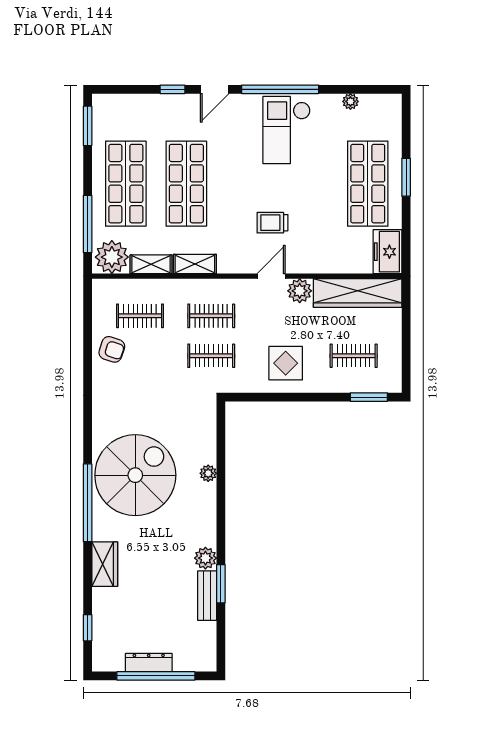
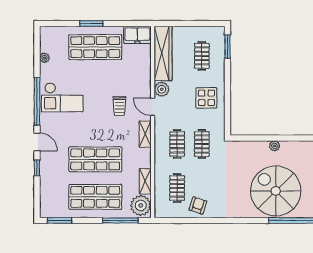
shelving: (195, 264) -> (145, 134), moved

